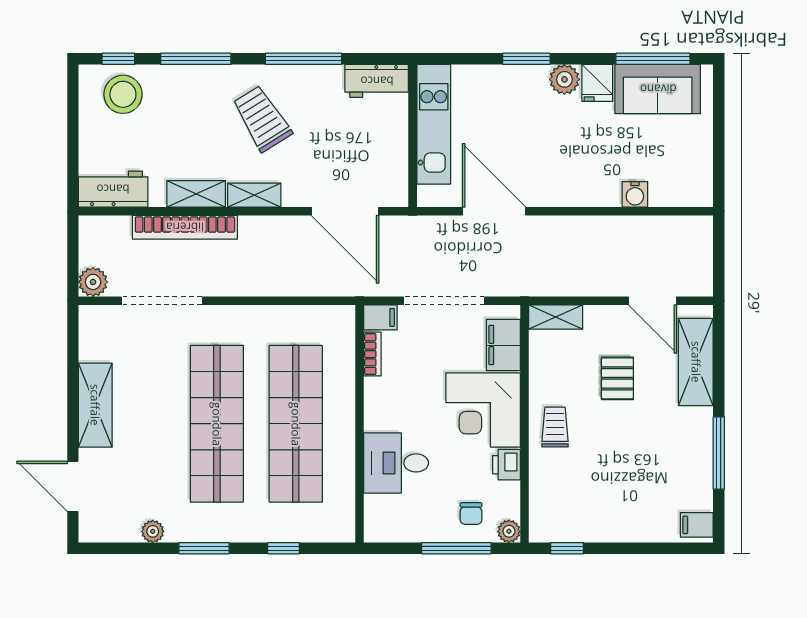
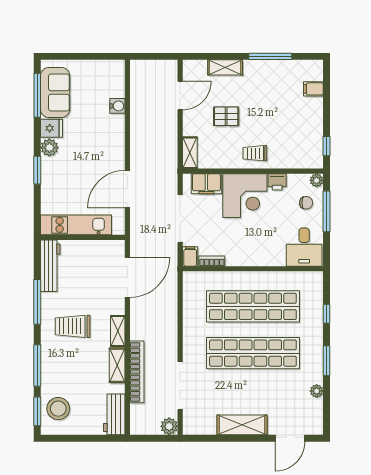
window: (118, 59) -> (37, 411), width x1.50
workbench: (377, 81) -> (50, 266), width x1.38
trolley: (262, 119) -> (73, 326), turned 32
shelving: (696, 362) -> (225, 67), width x0.67, depth x0.75
desk: (396, 463) -> (304, 247), moved
filing cabinet: (697, 525) -> (313, 89), moved, turned 90

